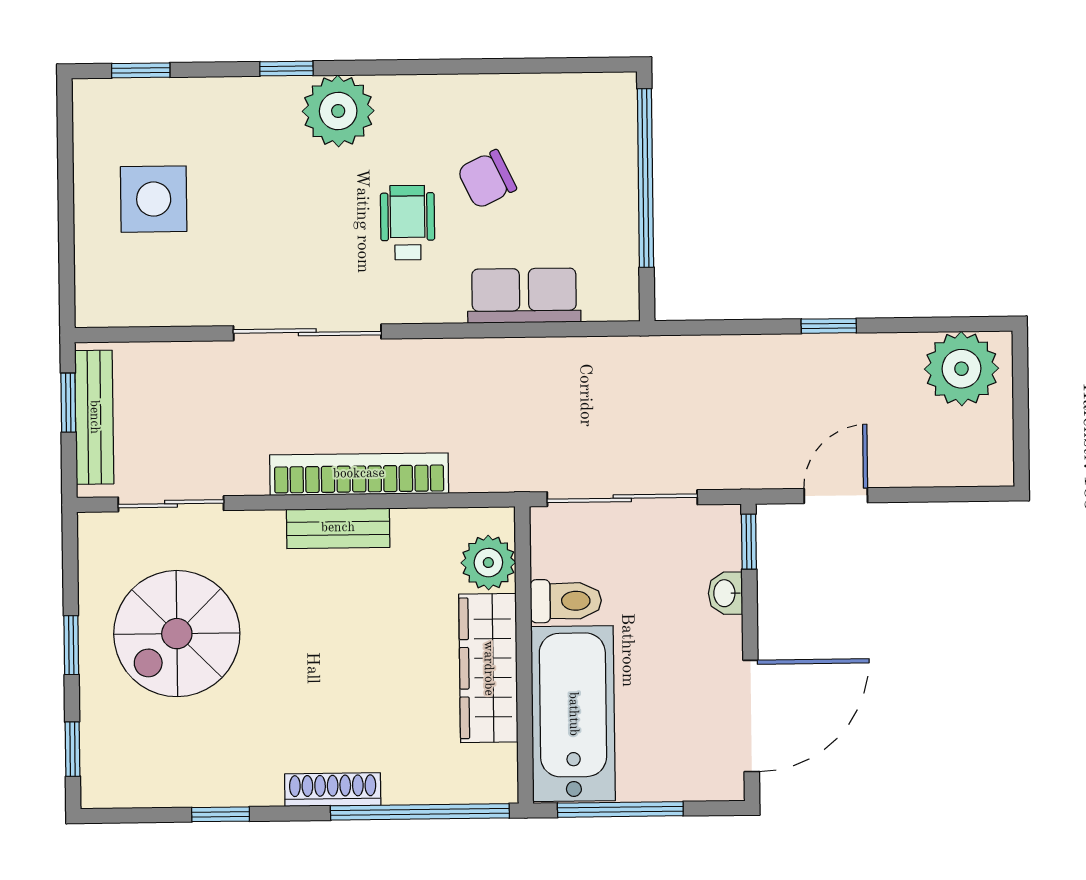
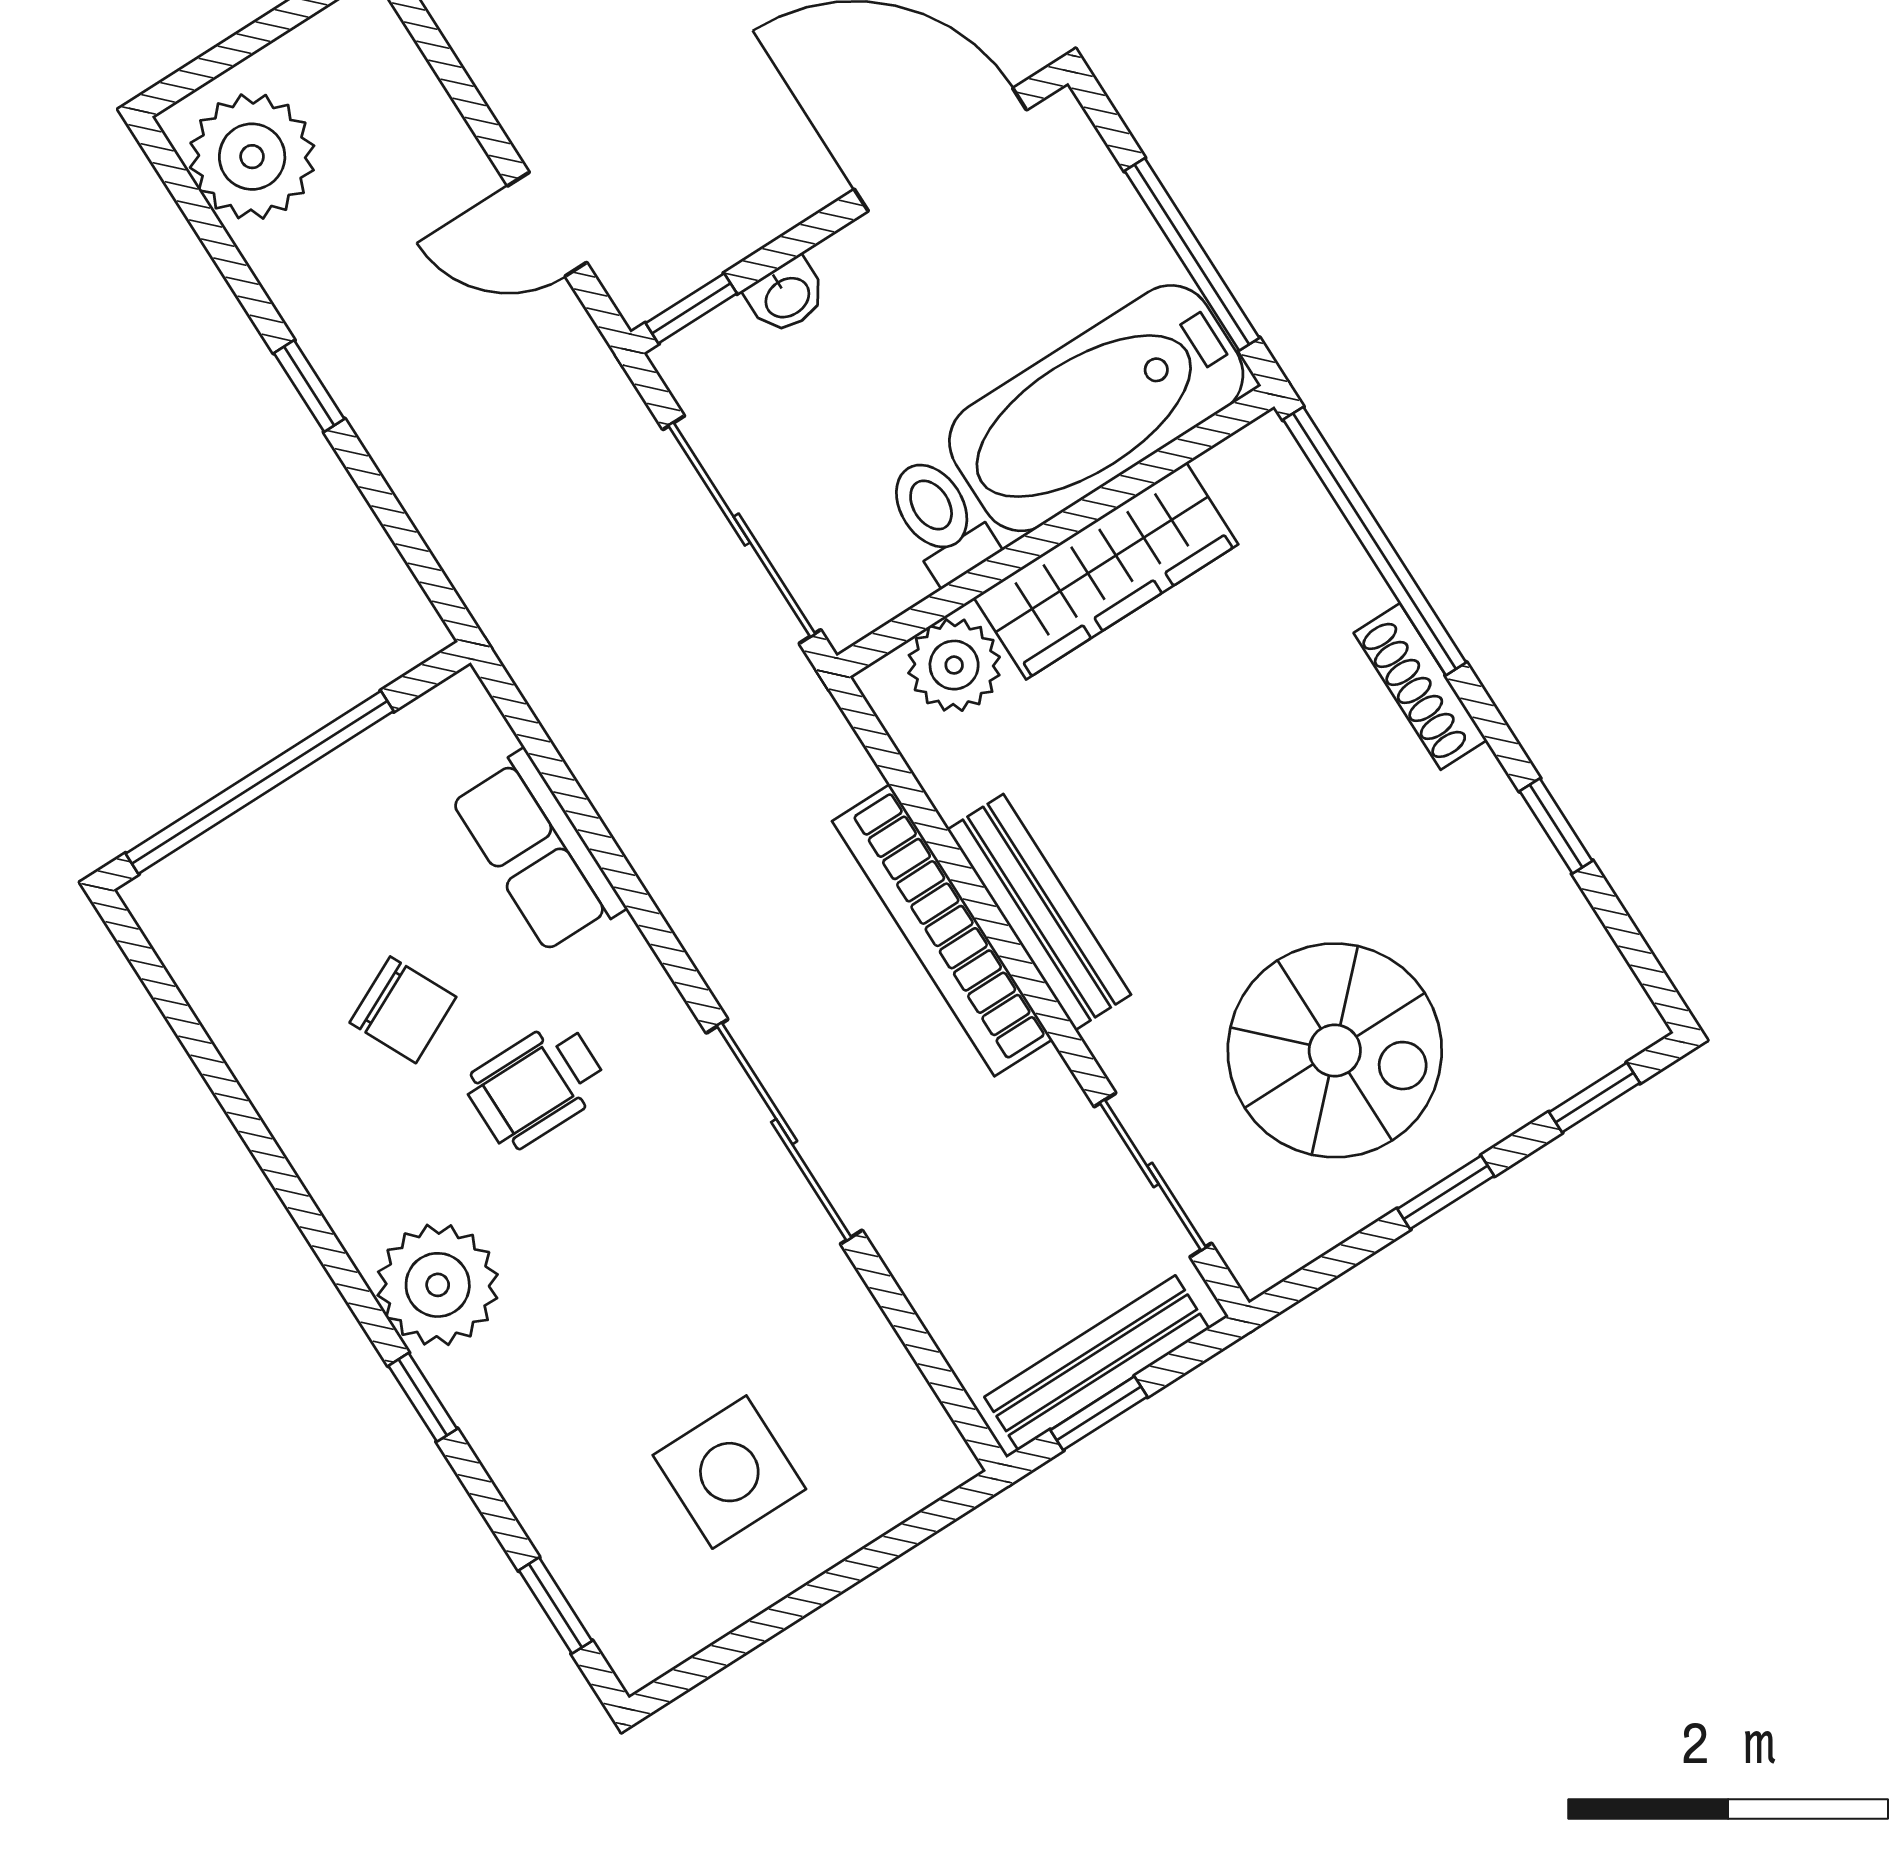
bench: (338, 528) -> (1039, 912), width x1.36

